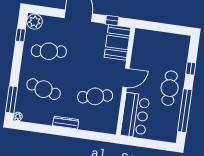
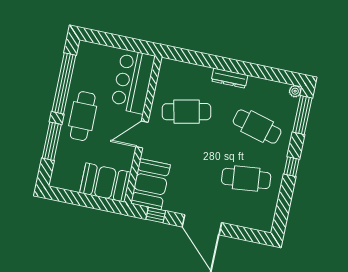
plant: (35, 22) -> (263, 221), removed
window: (21, 35) -> (291, 167), moved
booth: (150, 41) -> (105, 183), added
window: (191, 68) -> (52, 141), width x2.17

